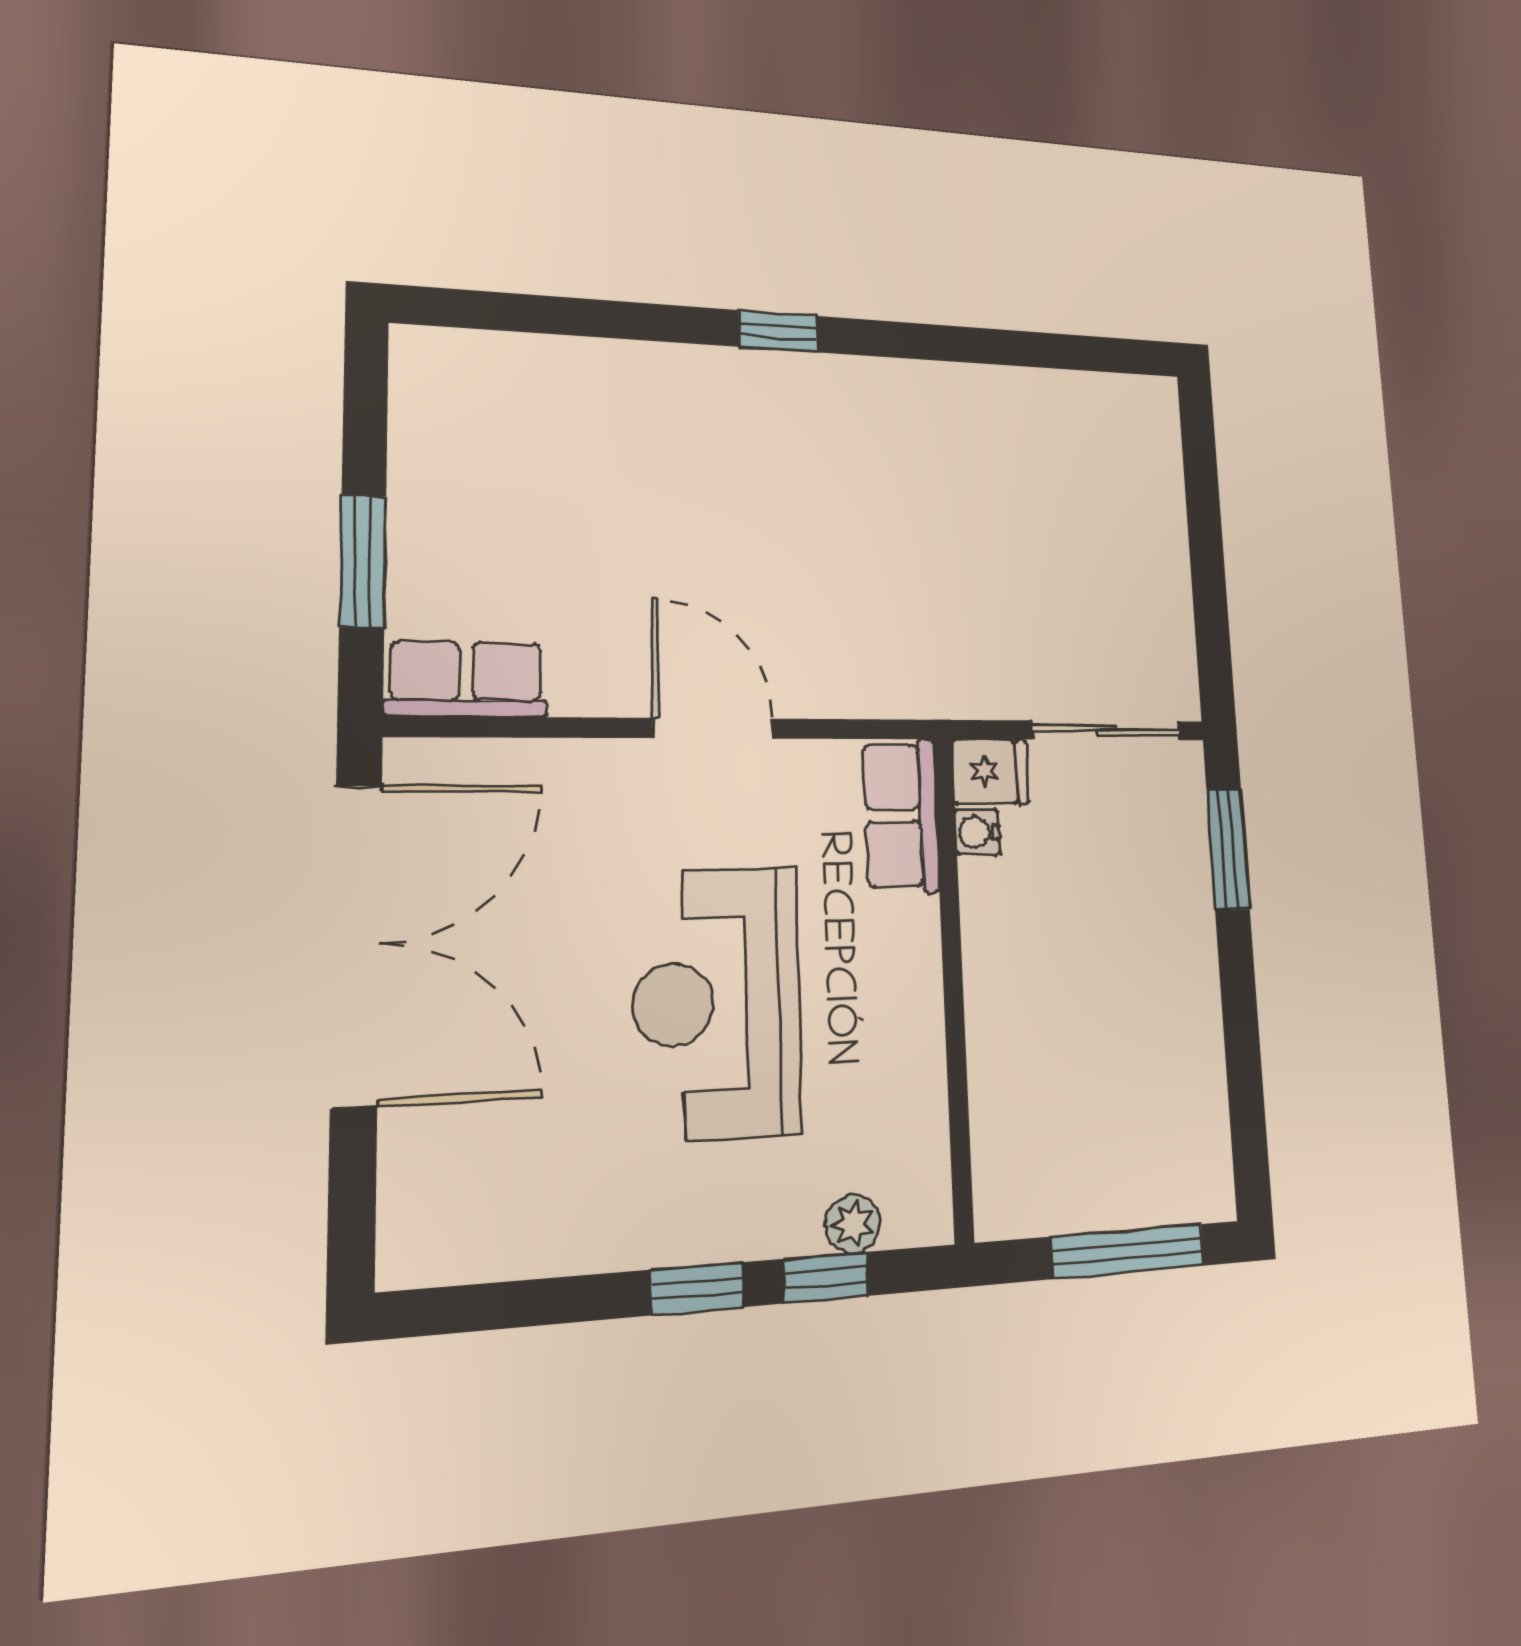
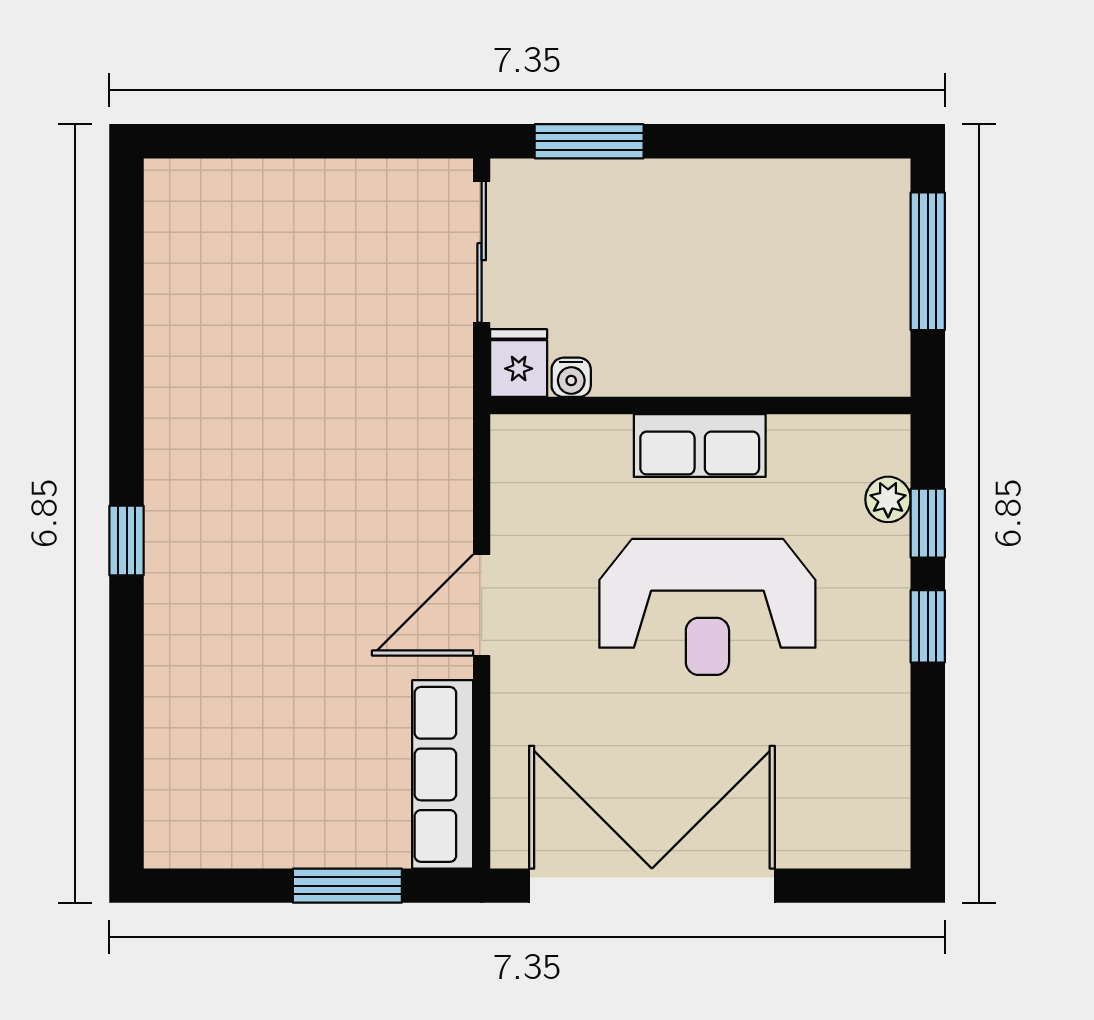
row of seats: (466, 679) -> (443, 774), width x1.48
row of seats: (901, 815) -> (700, 446), moved

